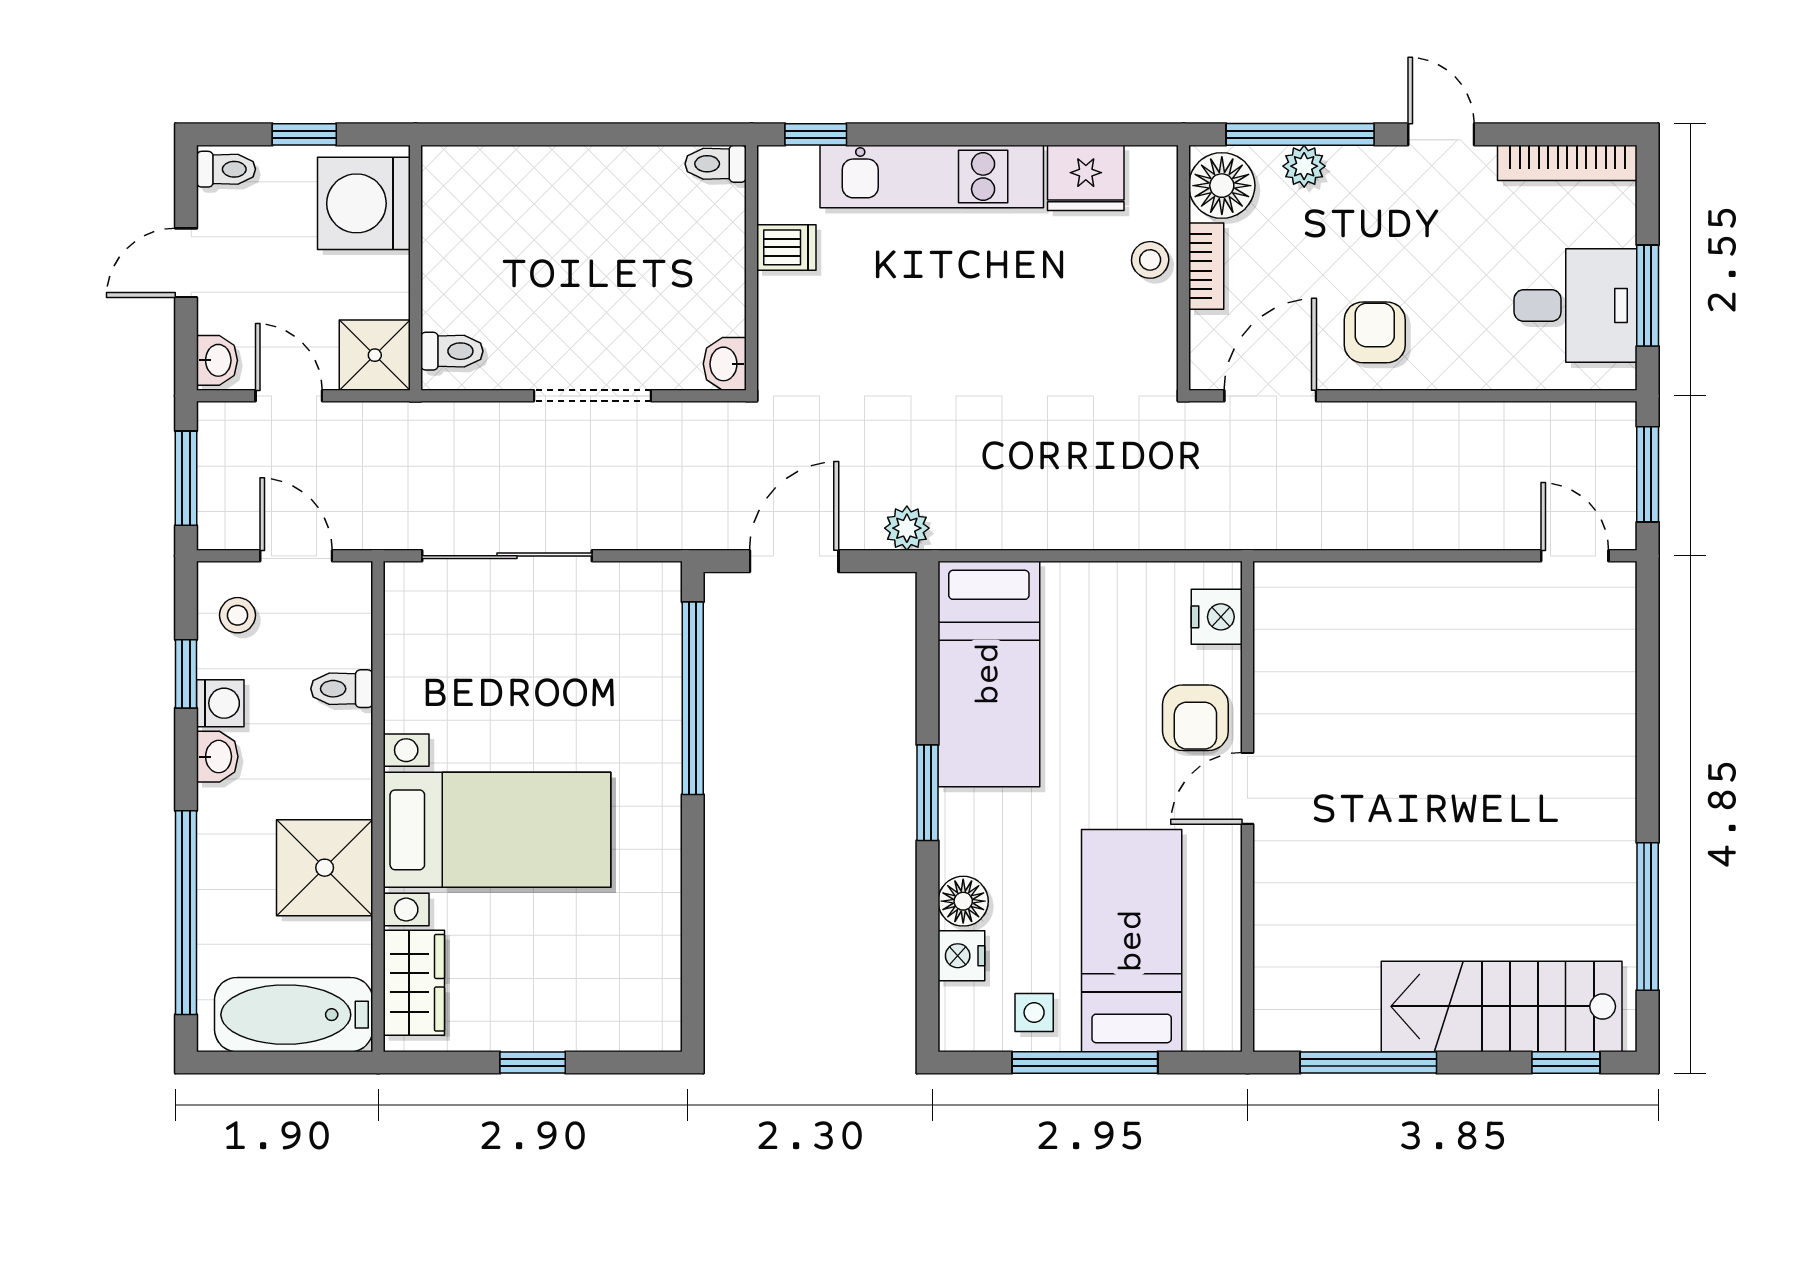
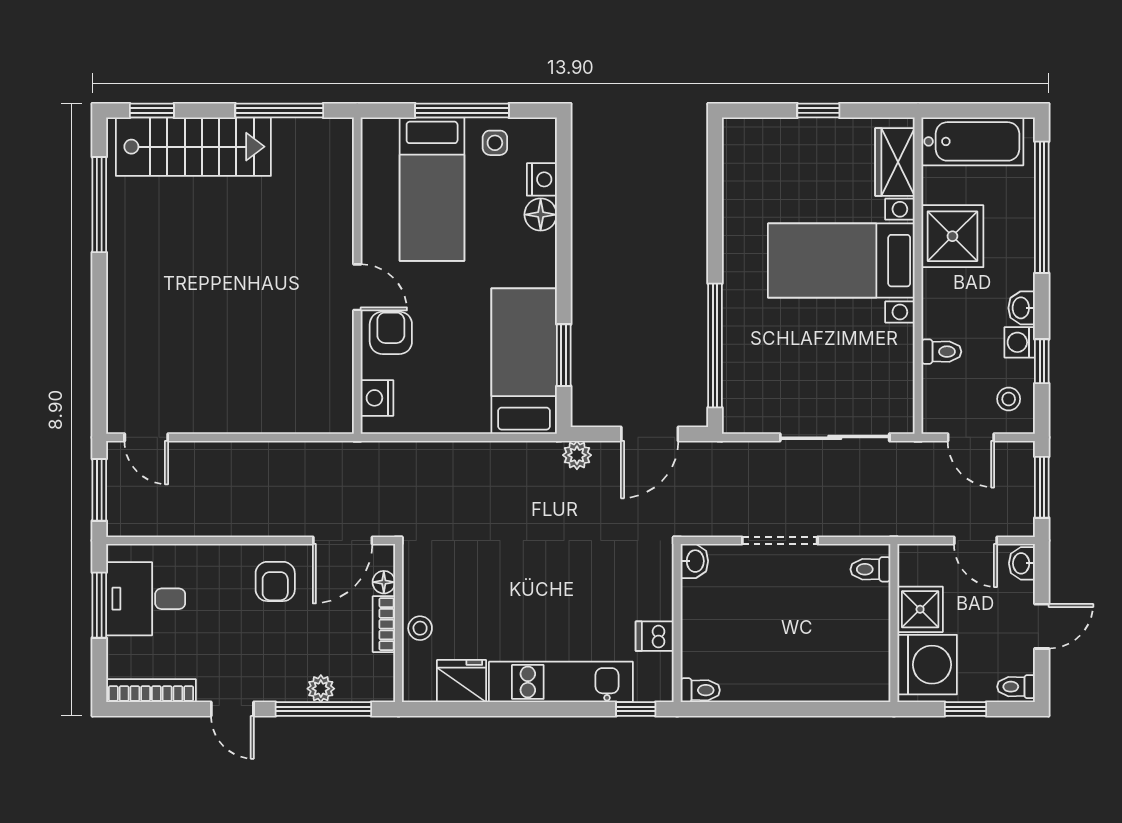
floor lamp: (1222, 186) -> (384, 582), moved, width x0.53, depth x0.53
shower: (375, 355) -> (920, 609), moved
door: (1248, 788) -> (357, 287), hinge flipped
window: (927, 793) -> (564, 355), moved

